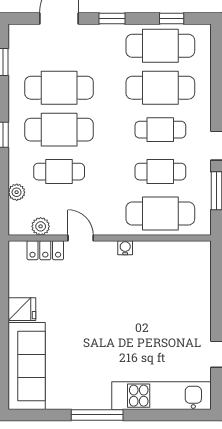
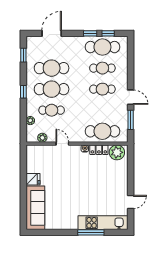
window: (112, 19) -> (90, 33), moved
cafe table: (160, 88) -> (102, 68), width x0.73, depth x0.74
cafe table: (160, 172) -> (102, 110), removed
locker: (45, 250) -> (99, 150), moved
plant: (189, 256) -> (117, 152), added
window: (97, 415) -> (91, 232), moved

